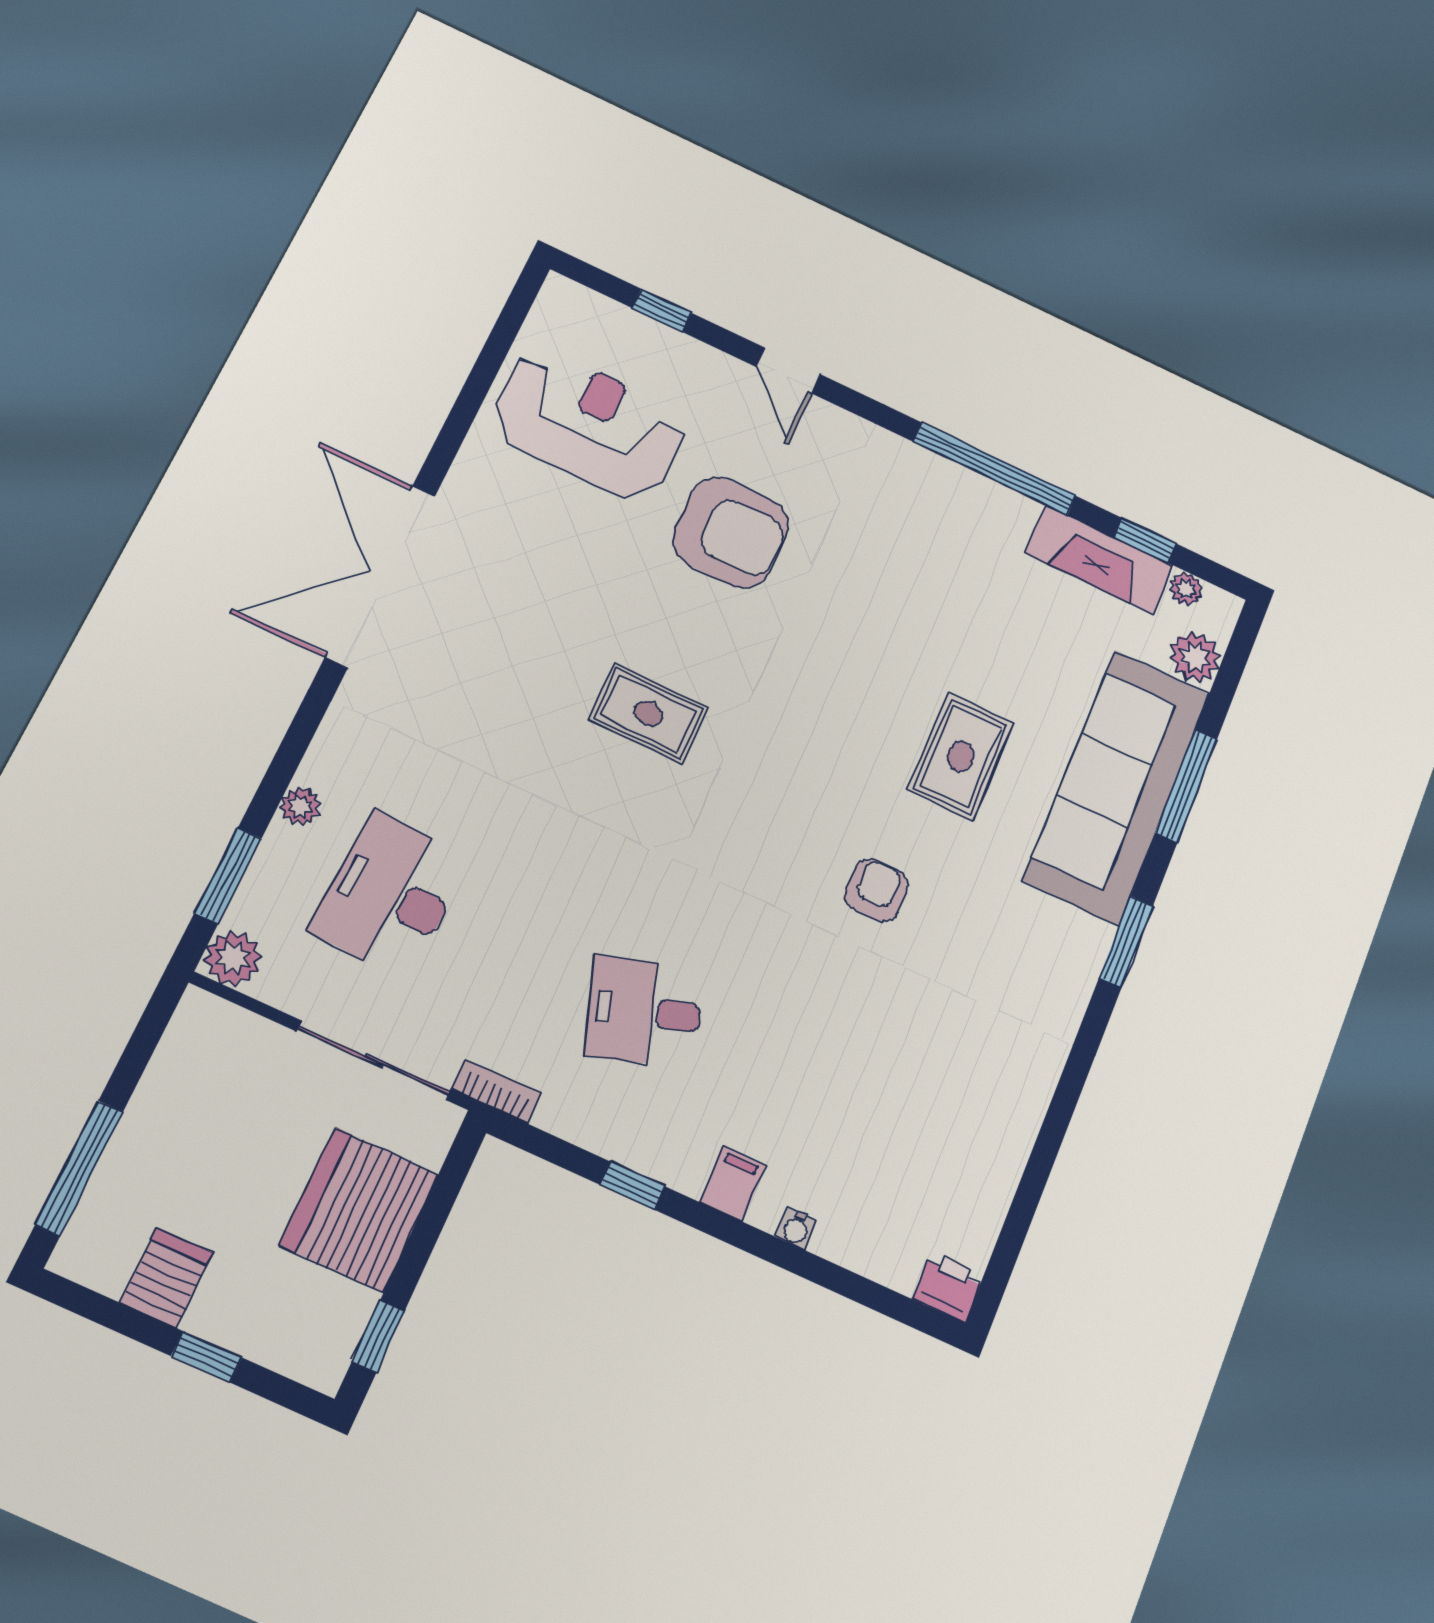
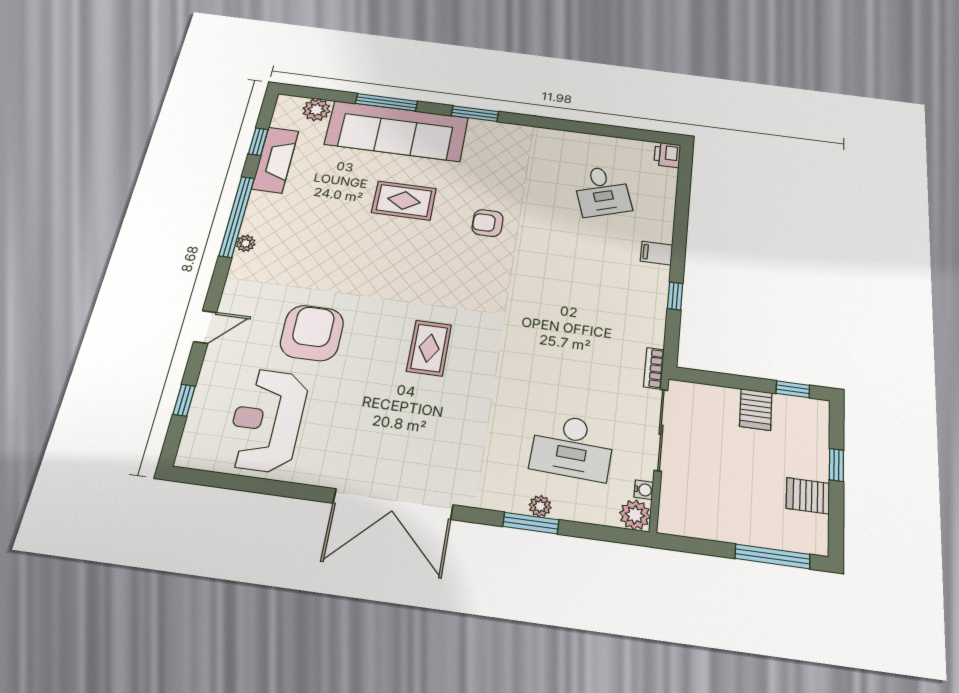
plant: (1186, 589) -> (246, 243), moved
window: (228, 876) -> (531, 523), moved
desk: (644, 1012) -> (602, 191), moved
server rack: (359, 1210) -> (756, 409), width x0.46, depth x0.70
water cooler: (796, 1228) -> (644, 490), moved

